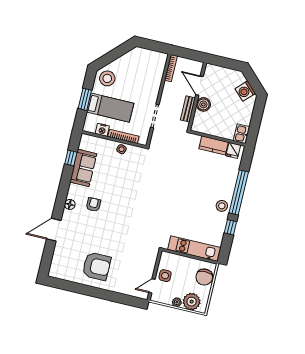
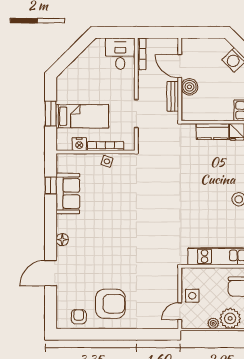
desk: (153, 64) -> (120, 54), added
stool: (107, 78) -> (71, 83), removed
armchair: (93, 205) -> (79, 317), moved

